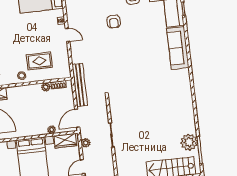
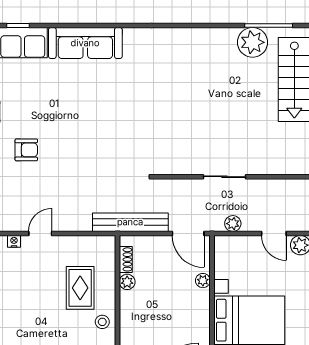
wardrobe: (65, 141) -> (225, 259), removed

